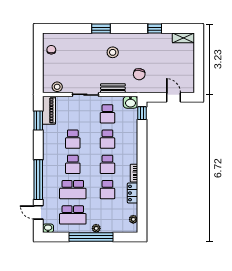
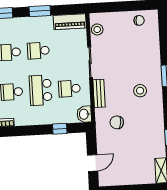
window: (142, 113) -> (60, 129), moved
window: (38, 120) -> (40, 11), moved
school desk: (107, 139) -> (41, 90), width x1.85

